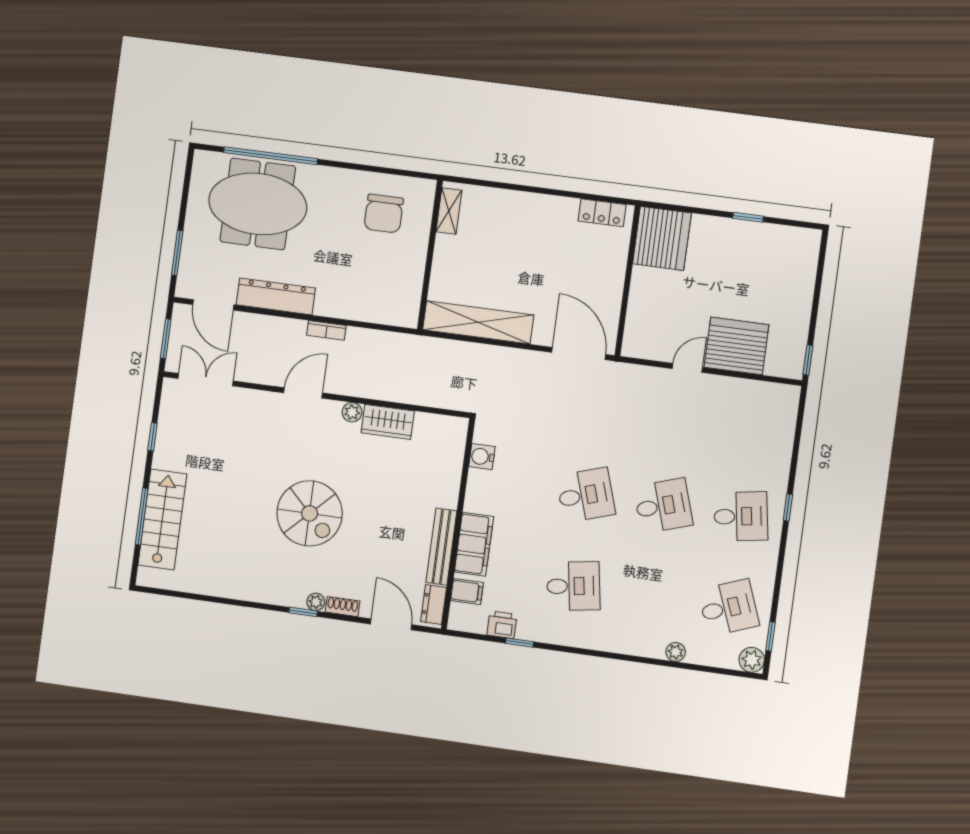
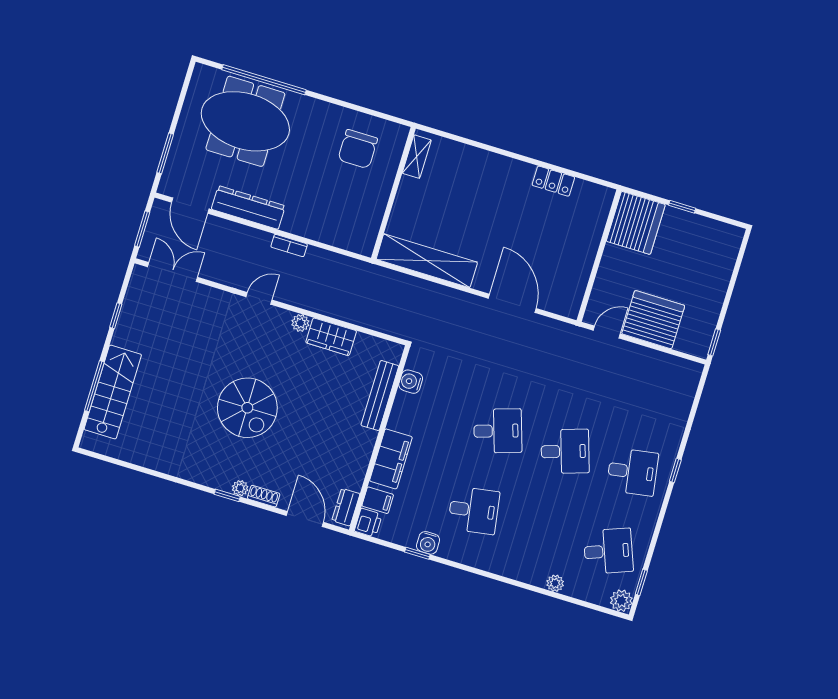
server rack: (662, 238) -> (636, 223), moved
wall: (628, 281) -> (599, 256), moved
door: (303, 393) -> (259, 298), width x0.73
bench: (441, 547) -> (380, 396), moved
printer: (502, 625) -> (368, 523), moved, turned 90
water cooler: (529, 629) -> (428, 543), added

